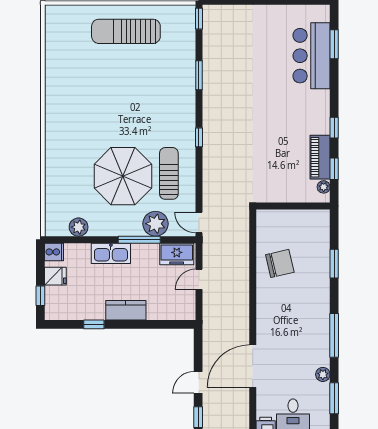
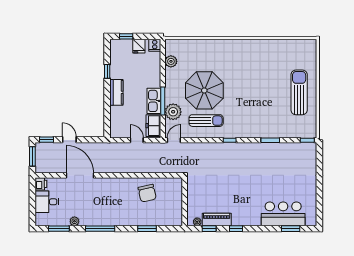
kitchen sink: (111, 253) -> (154, 101), moved

